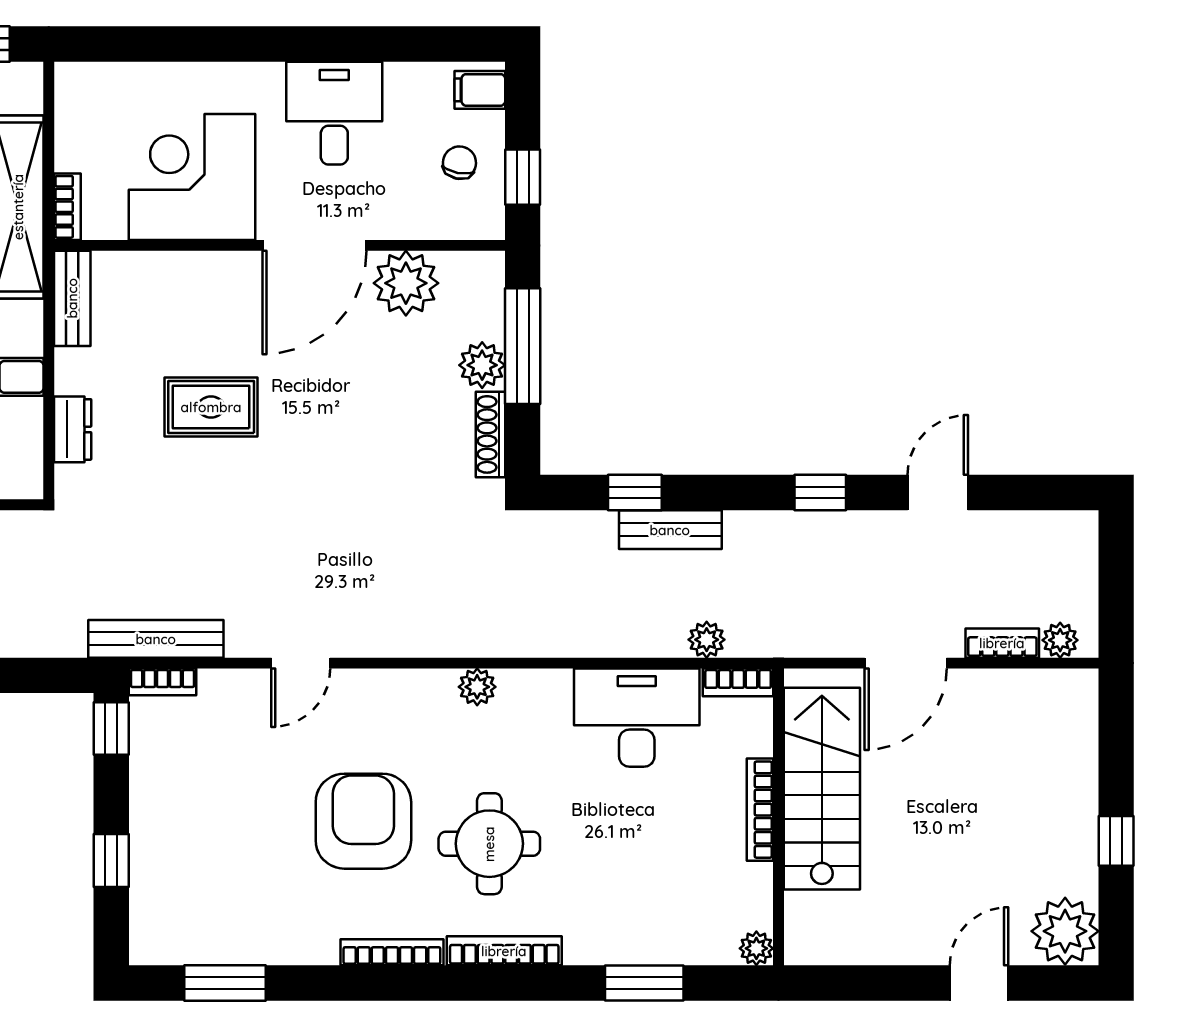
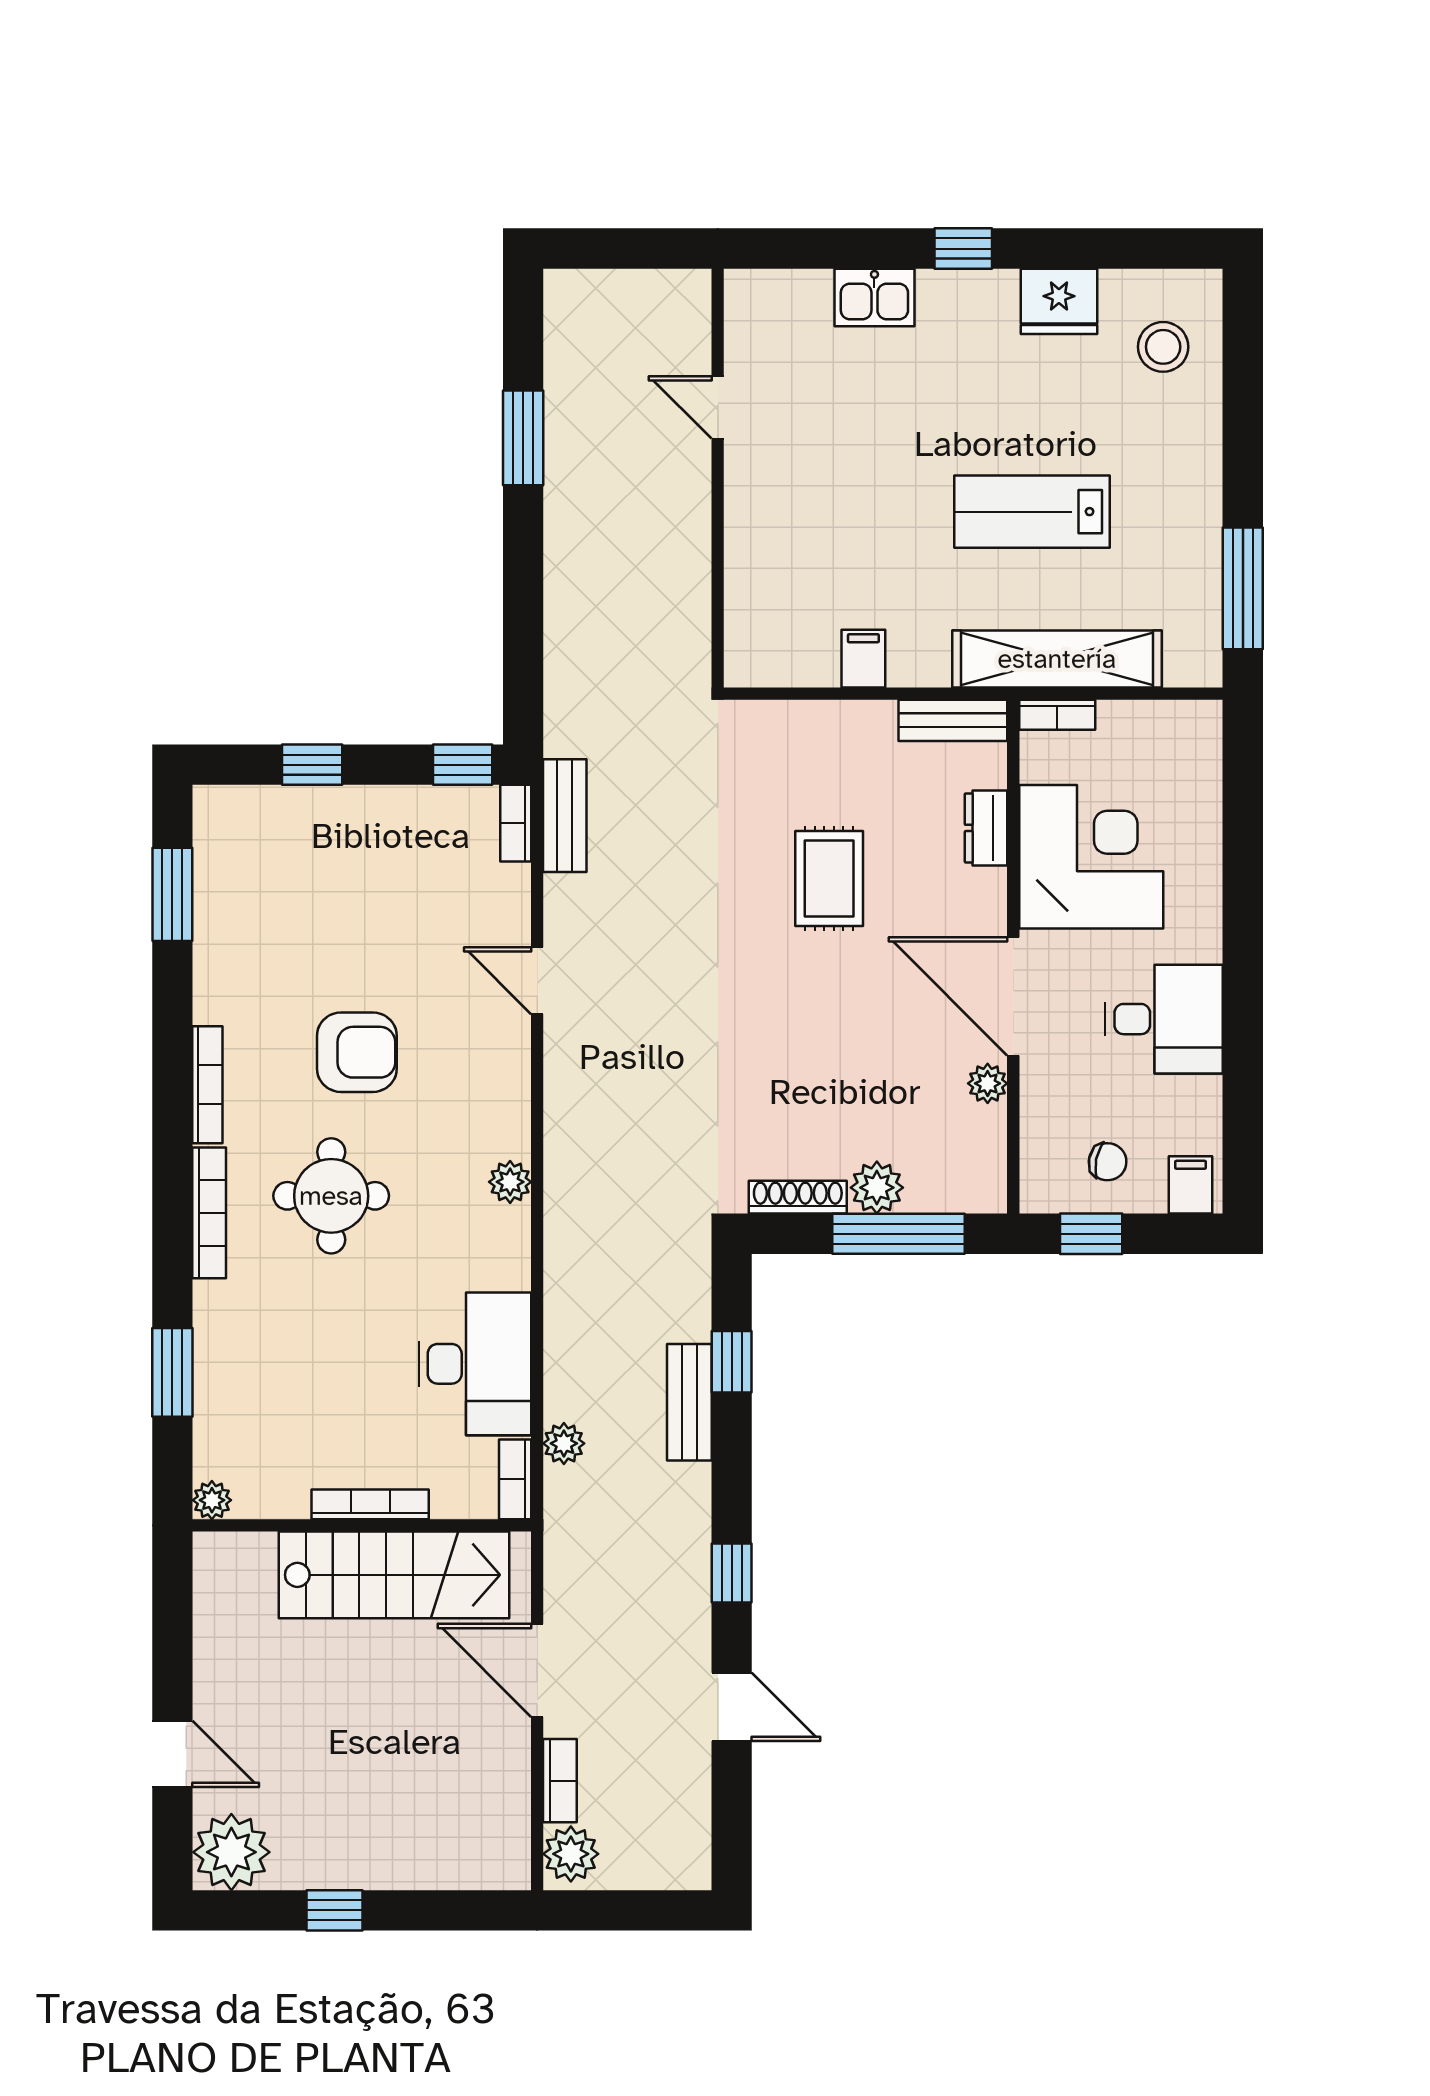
plant: (406, 283) -> (988, 1083), width x0.53, depth x0.53
dresser: (73, 429) -> (986, 828), moved, turned 90
bench: (156, 639) -> (565, 816), width x0.73
plant: (1060, 640) -> (571, 1854), width x1.38, depth x1.38
armchair: (363, 821) -> (357, 1052), width x0.73, depth x0.73

